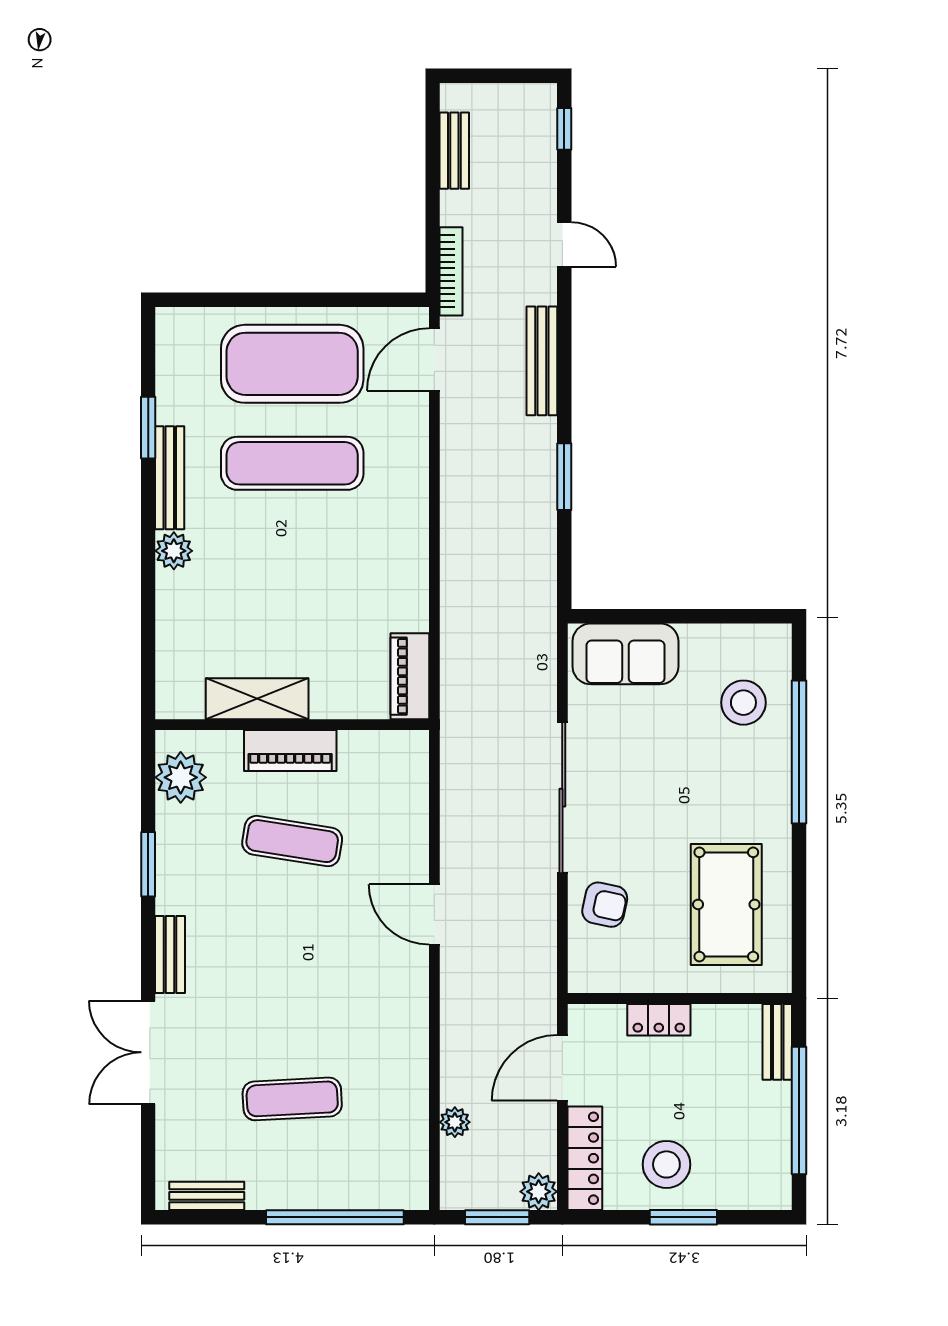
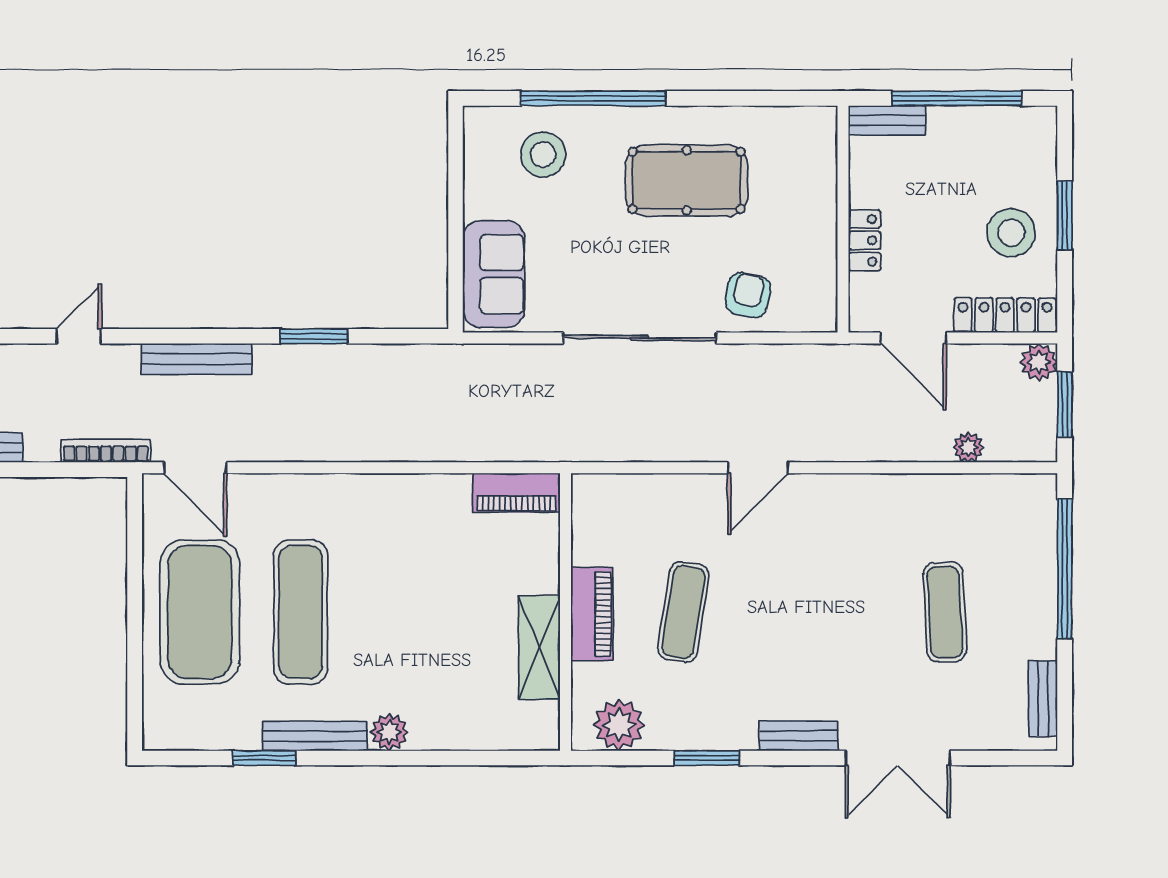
pool table: (726, 904) -> (687, 180), moved

